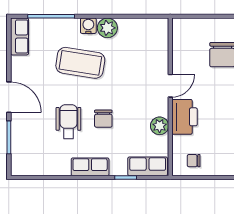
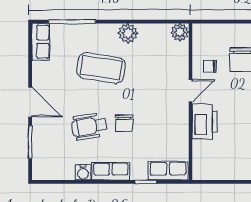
water cooler: (88, 26) -> (83, 172), moved, turned 180
wheelchair: (68, 122) -> (89, 126), turned -99
plant: (160, 126) -> (180, 32), moved
chair: (194, 161) -> (210, 66), moved

